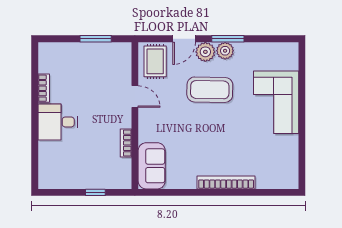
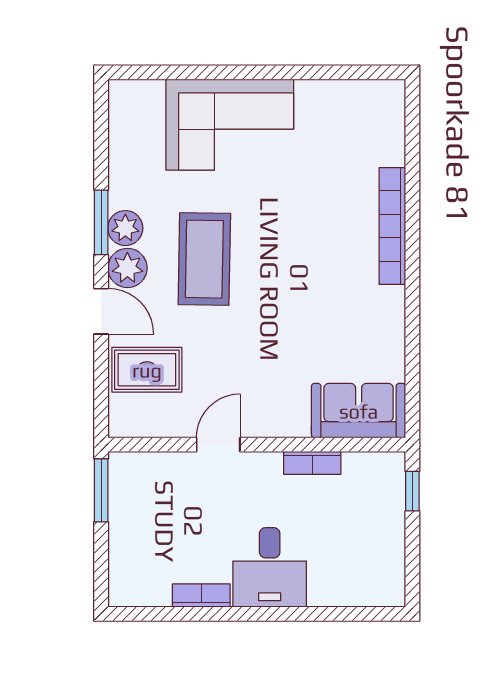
door: (135, 97) -> (218, 445), moved
wall: (135, 116) -> (257, 445), moved
bookcase: (126, 143) -> (312, 463), moved
sofa: (152, 166) -> (359, 411), moved

